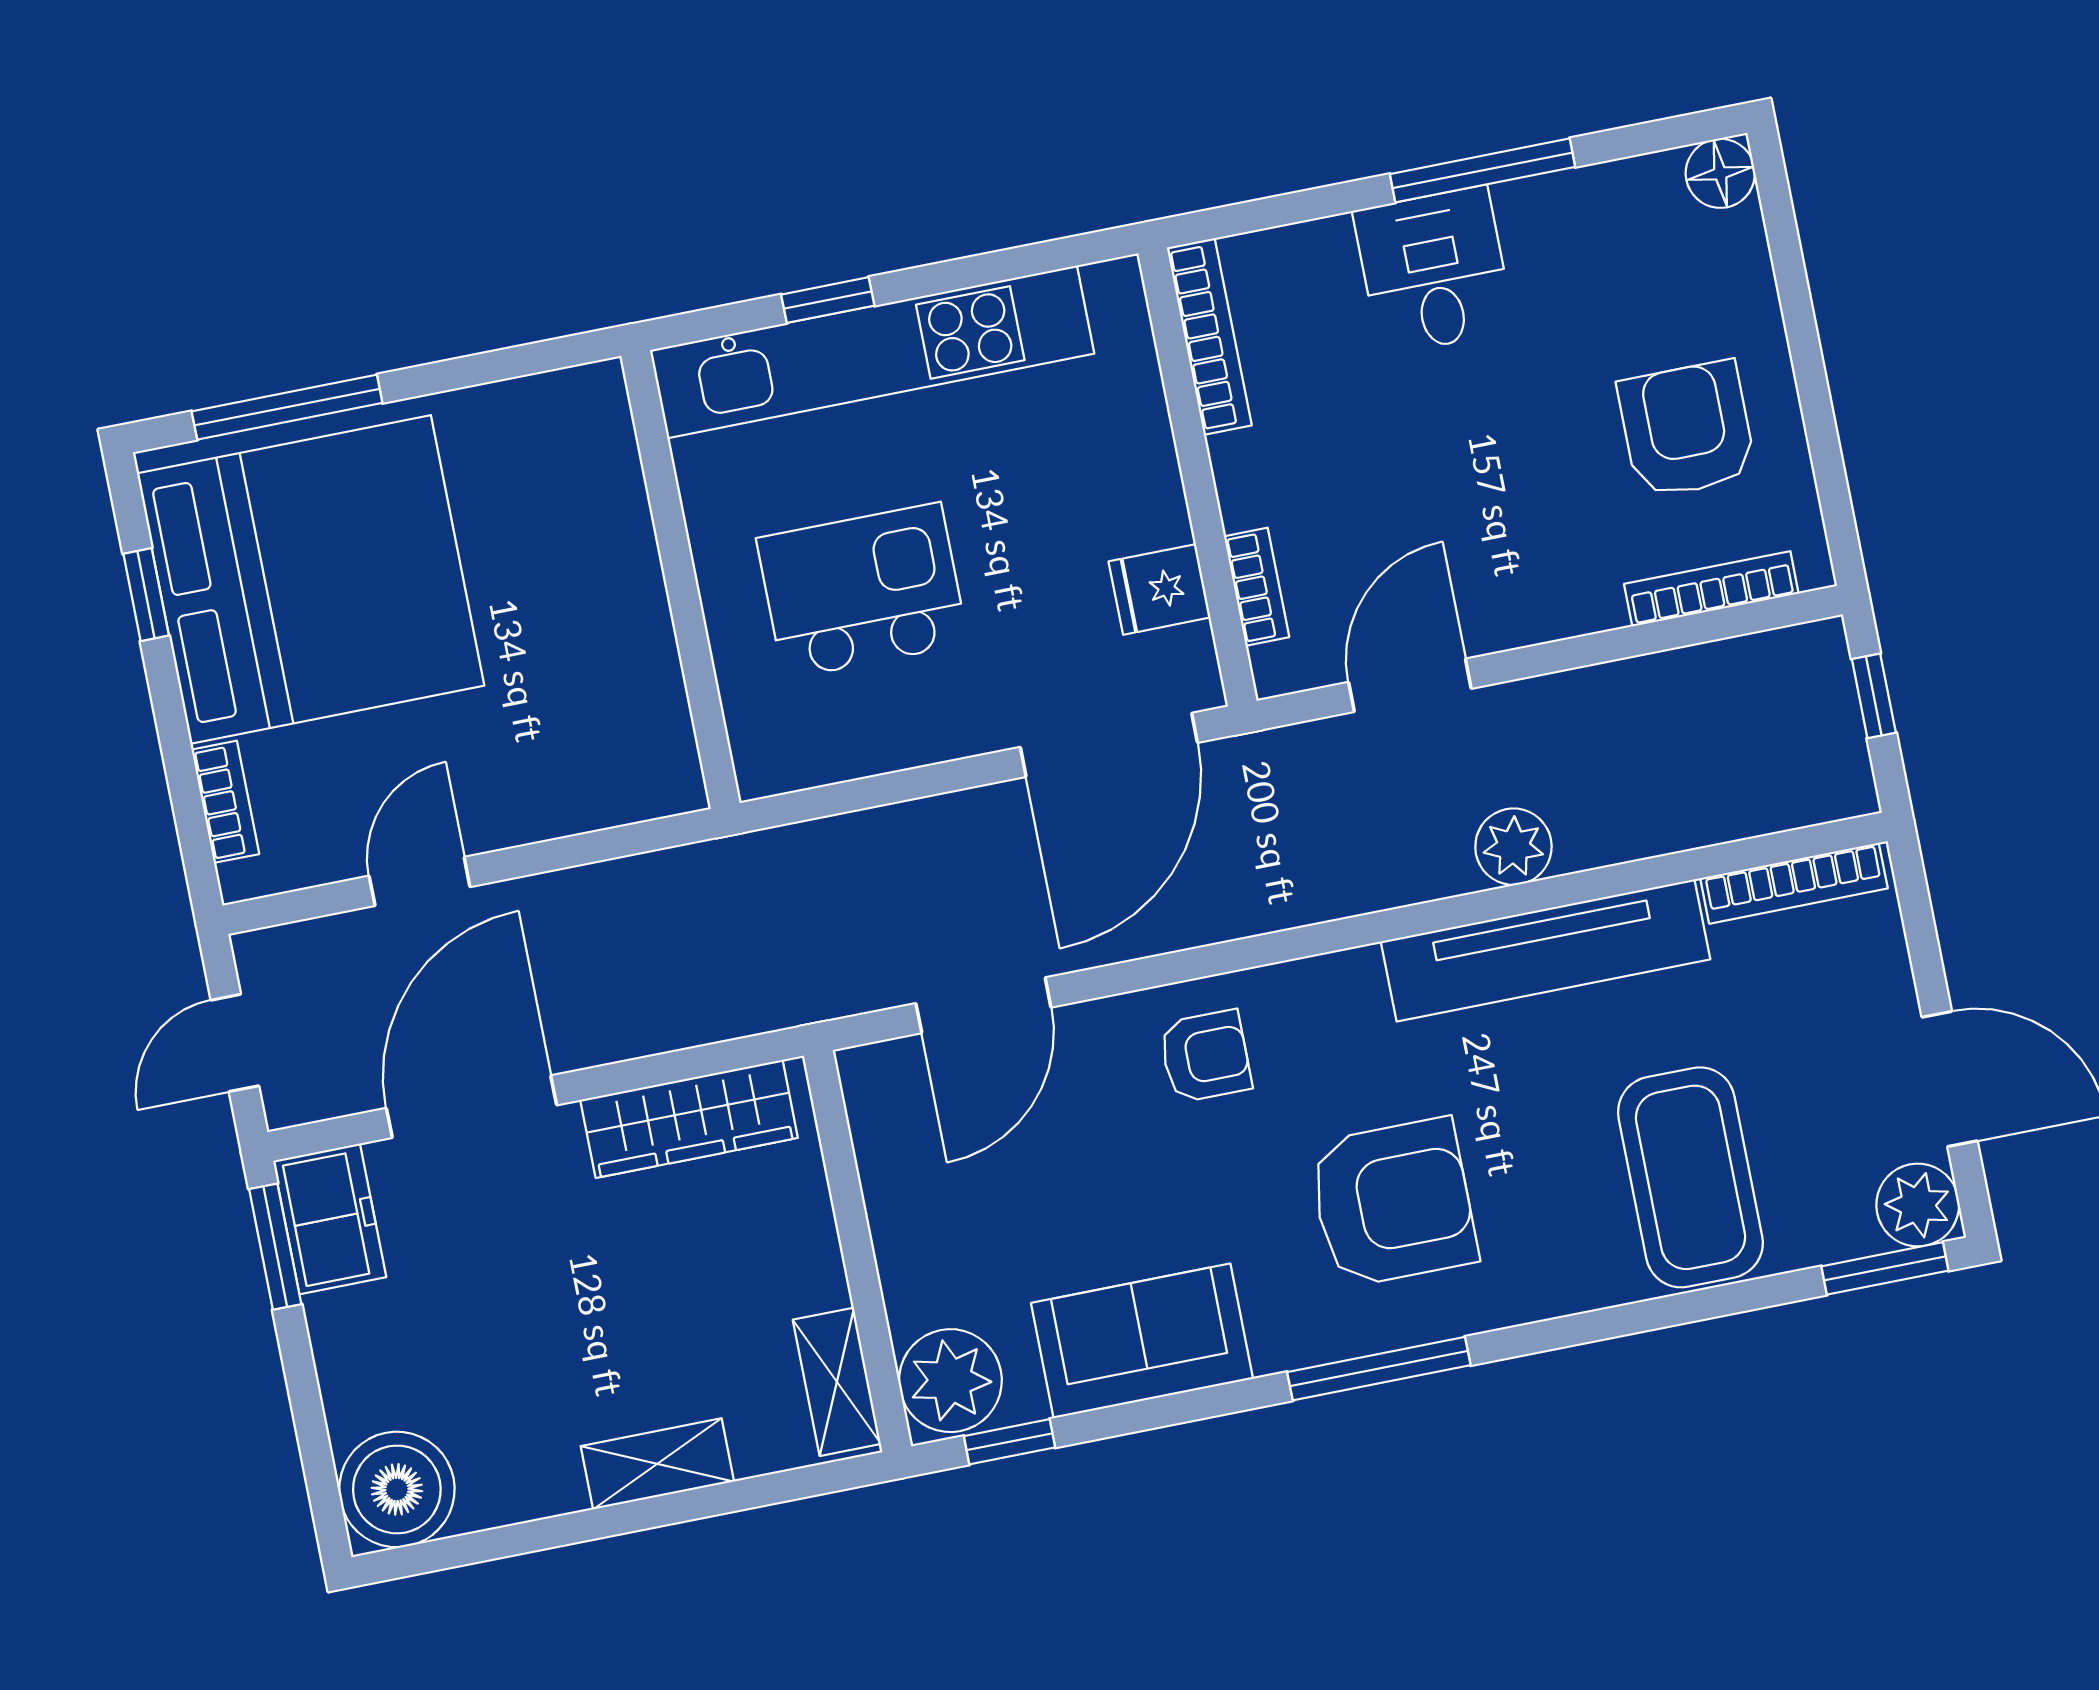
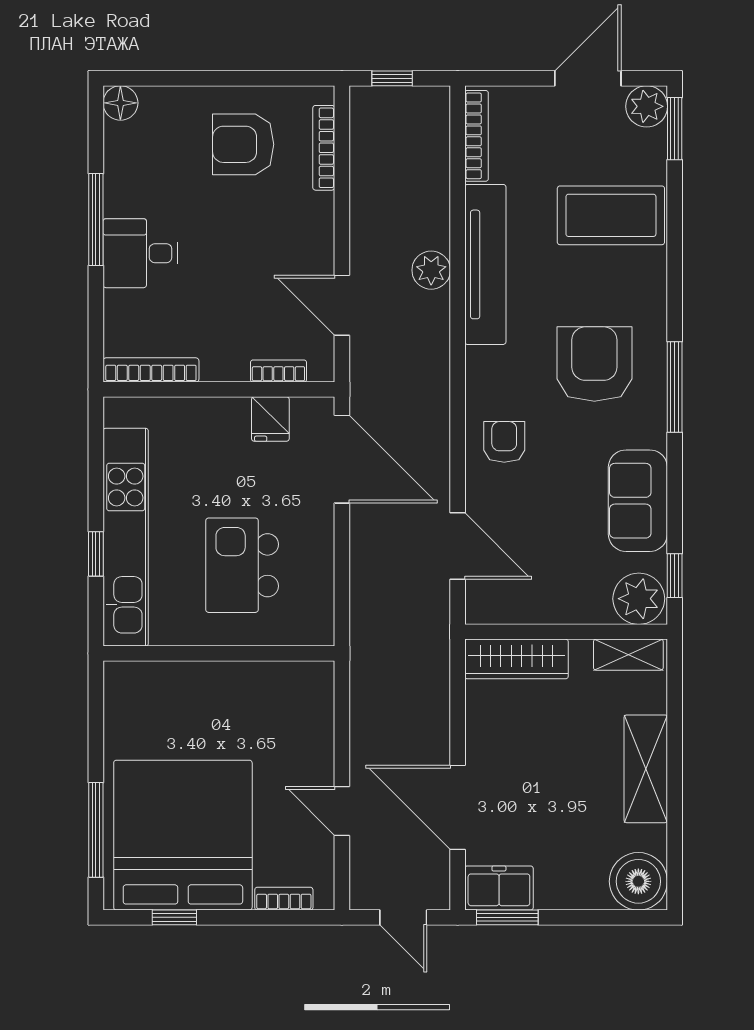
wardrobe: (689, 1119) -> (516, 659), moved, turned 90
shelving: (657, 1464) -> (646, 769), width x1.50, depth x1.33

